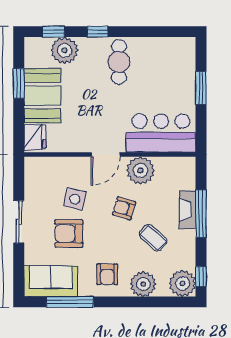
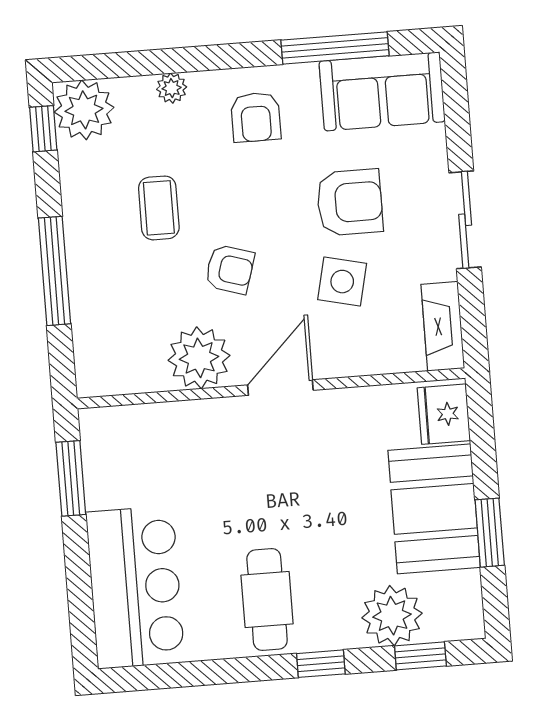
window: (201, 88) -> (71, 478), moved
bar counter: (161, 133) -> (135, 587), moved, turned -90
fireplace: (188, 210) -> (443, 326), moved, turned 180
coffee table: (153, 238) -> (159, 208), turned 48
armchair: (107, 274) -> (256, 117), turned 180
plant: (143, 284) -> (172, 88), width x0.53, depth x0.53

